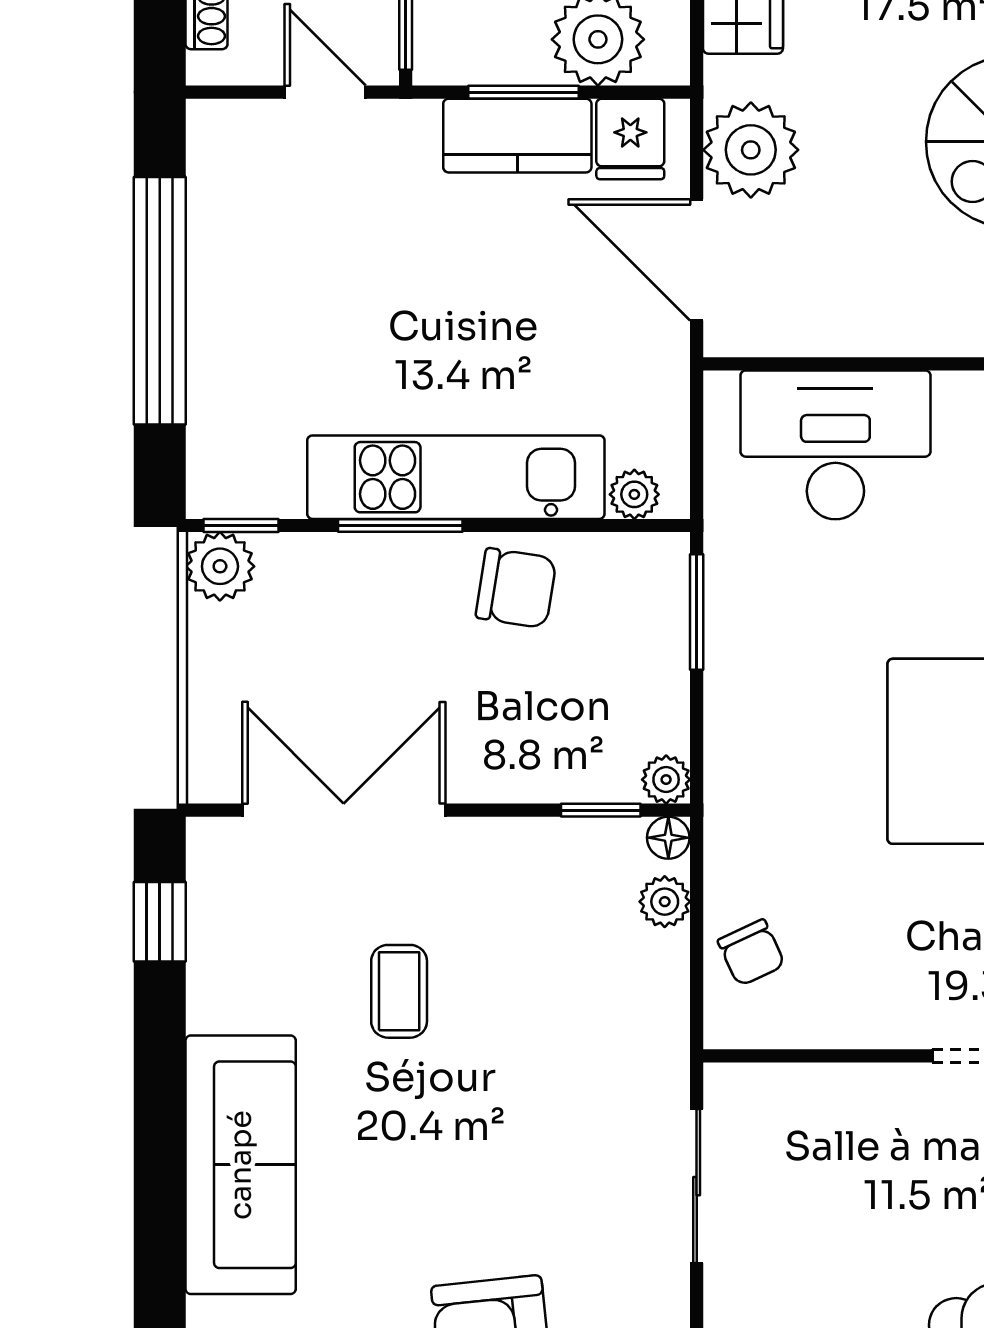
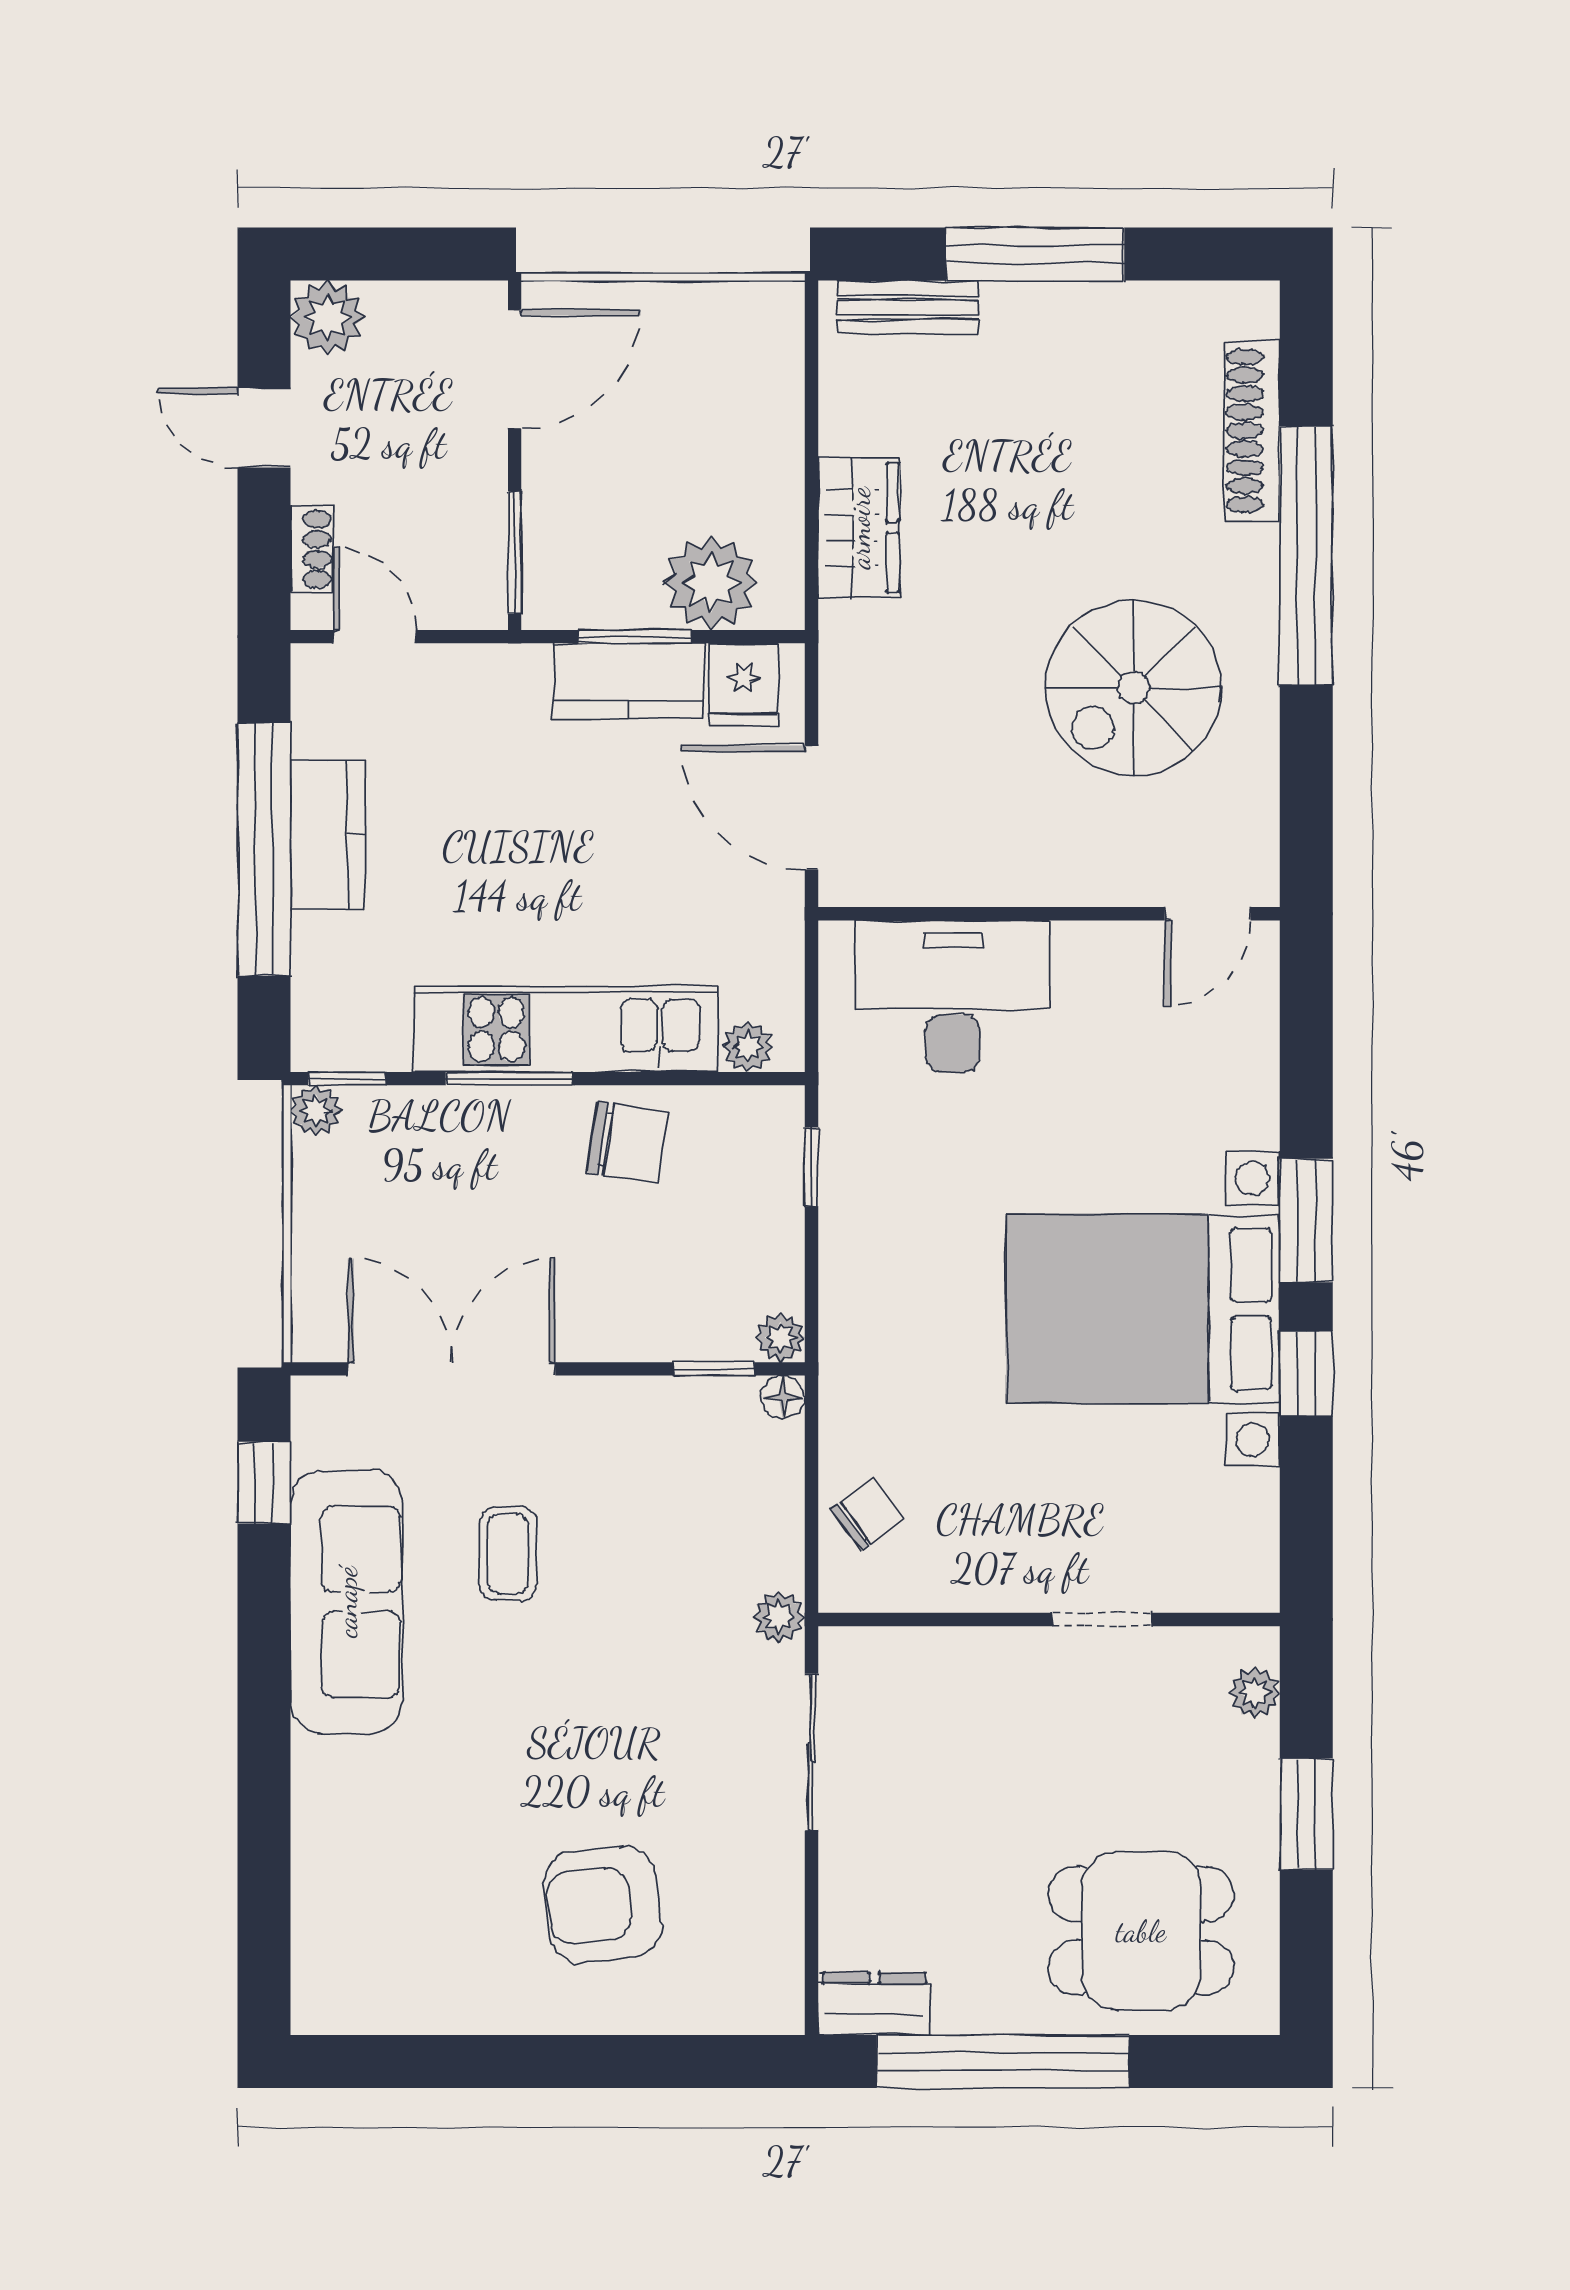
door: (325, 92) -> (375, 637), moved
plant: (751, 150) -> (867, 696), removed
kitchen counter: (222, 287) -> (328, 835), added
plant: (220, 566) -> (316, 1111), width x0.73, depth x0.73
window: (697, 612) -> (811, 1167), width x0.67
plant: (665, 902) -> (779, 1617), moved
chair: (751, 953) -> (867, 1514), turned -102
sofa: (241, 1165) -> (346, 1602), moved

